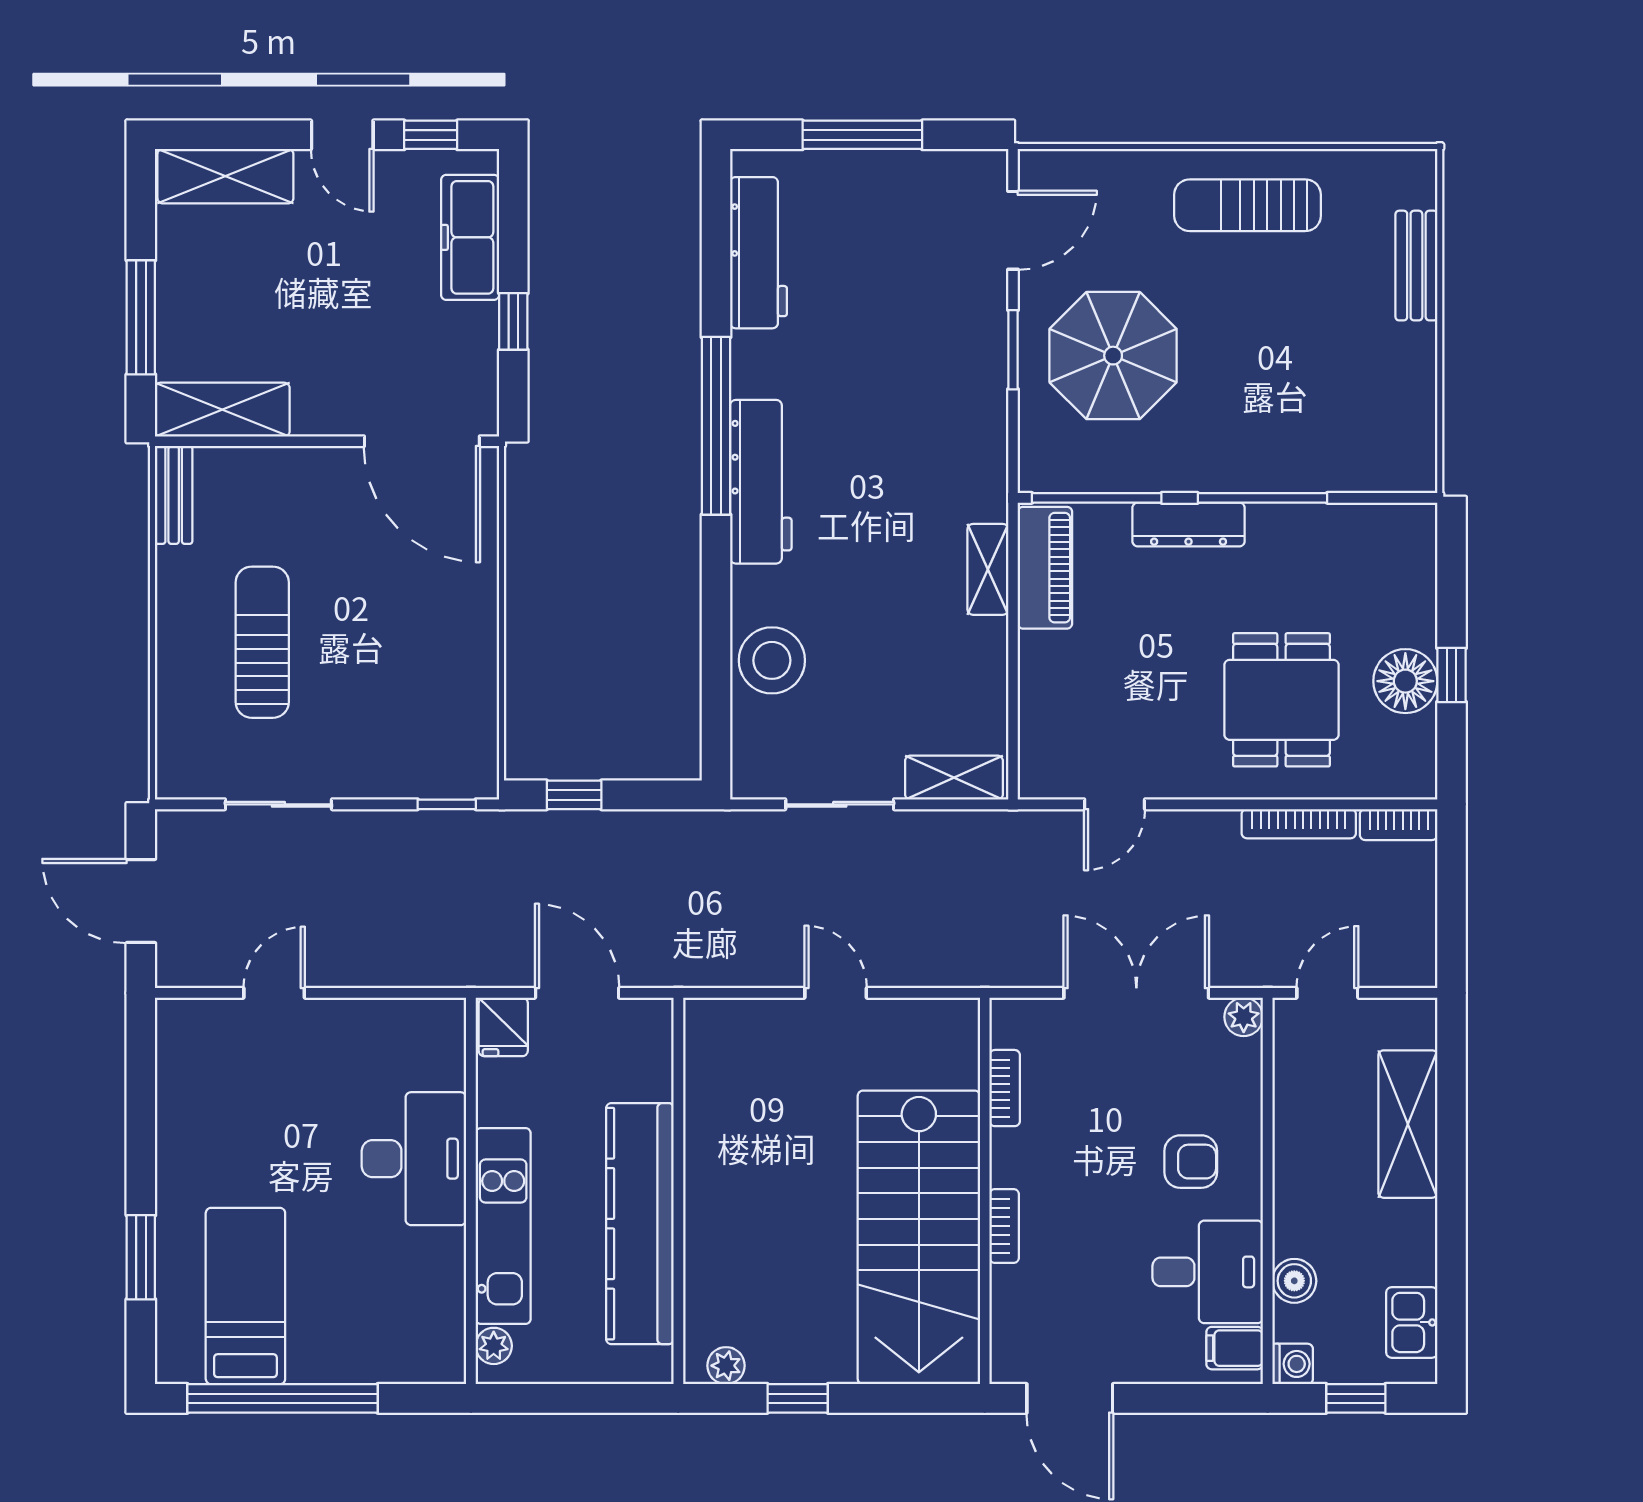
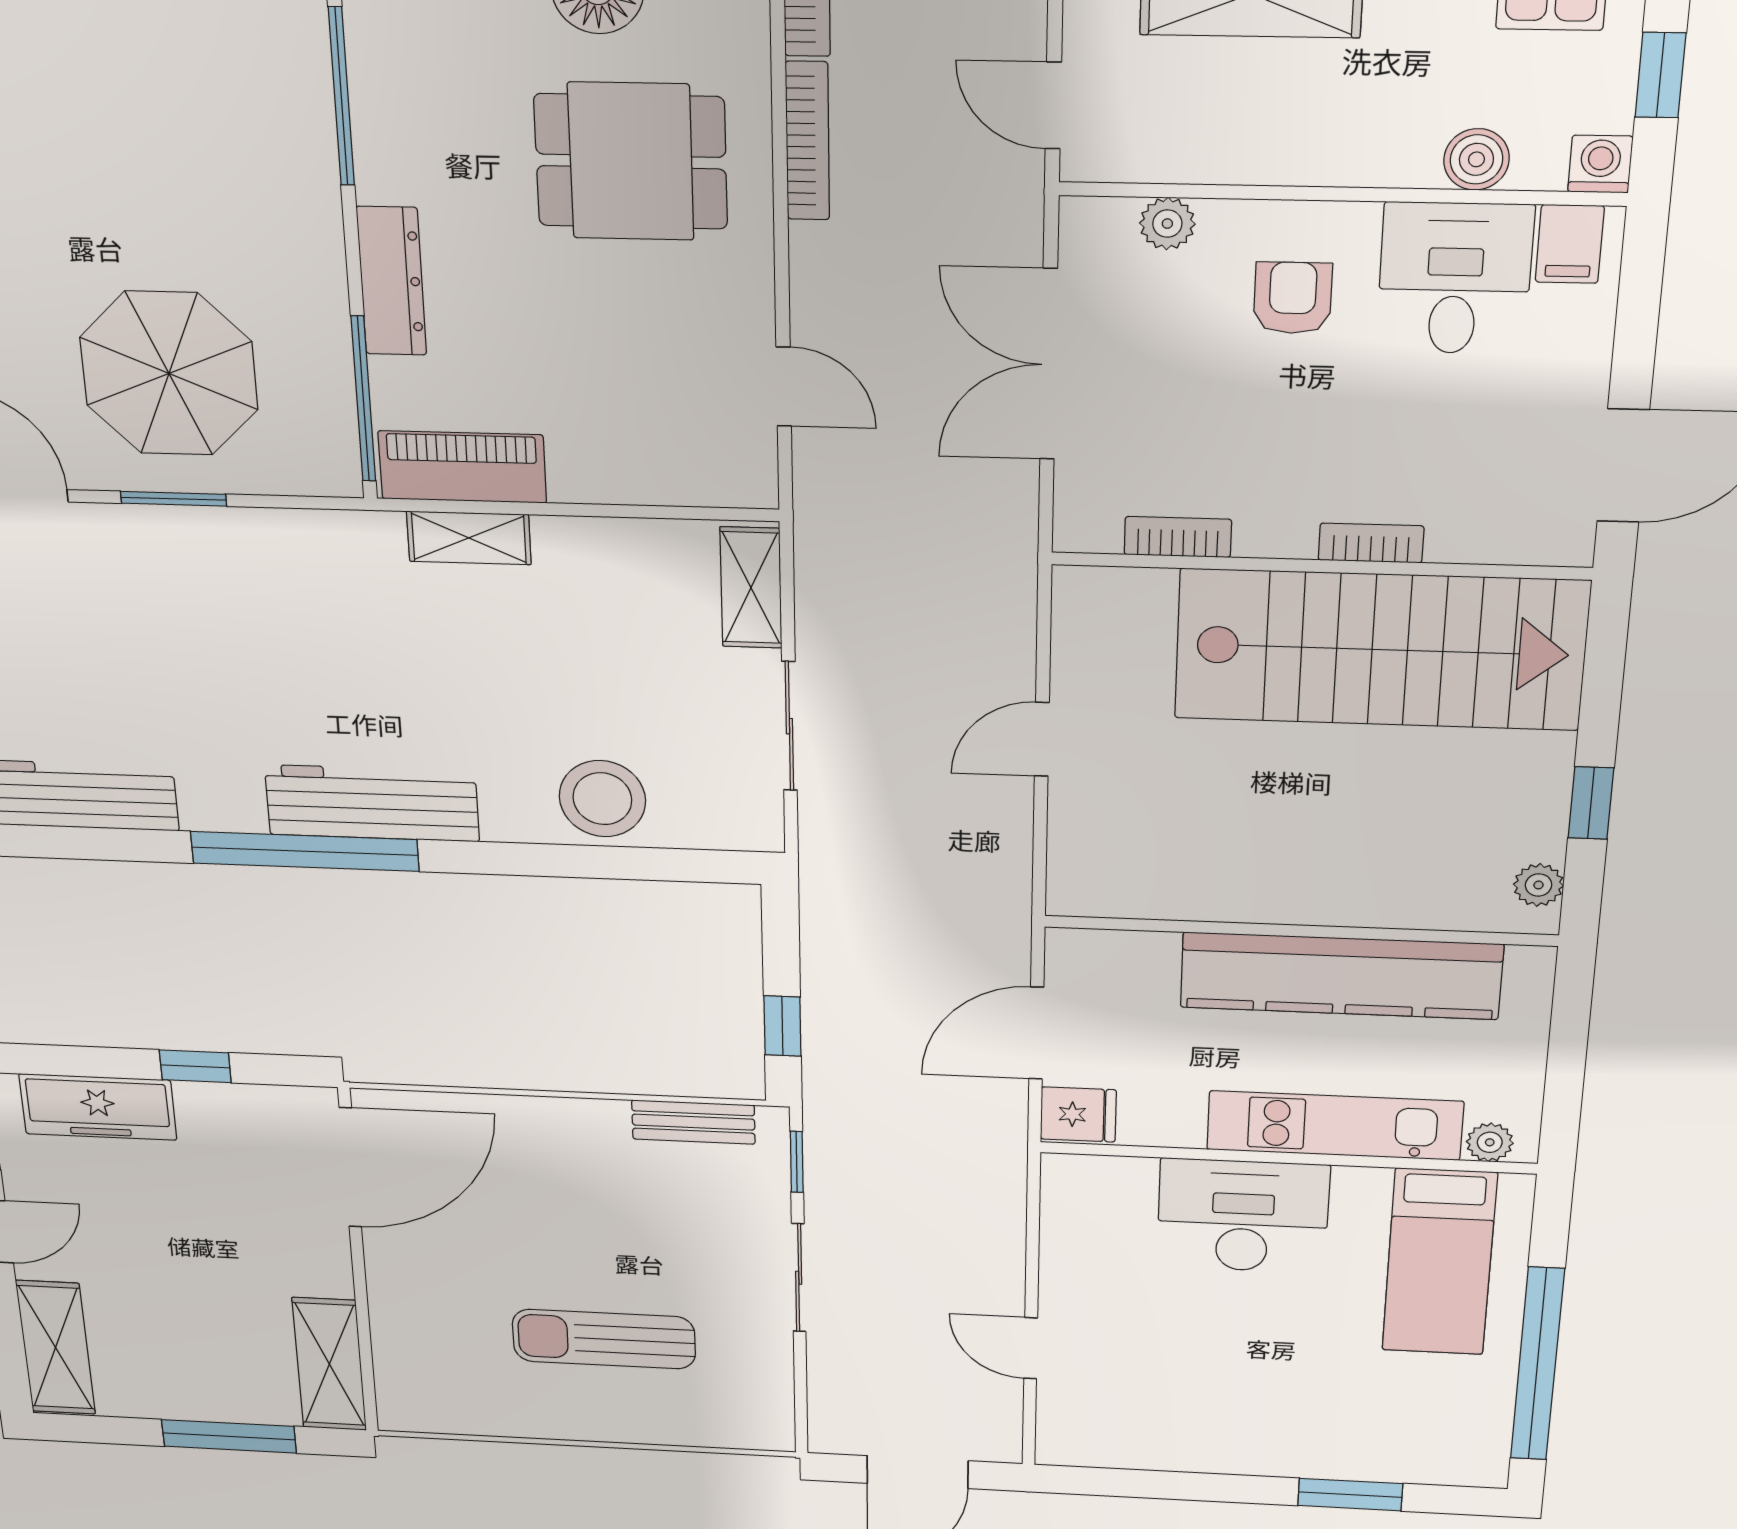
bench: (174, 495) -> (693, 1122), moved
window: (1262, 498) -> (341, 97), moved
sliding door: (278, 804) -> (799, 1278), moved
plant: (1244, 1017) -> (1167, 224), moved
bed: (245, 1296) -> (1439, 1262), moved, turned -90

